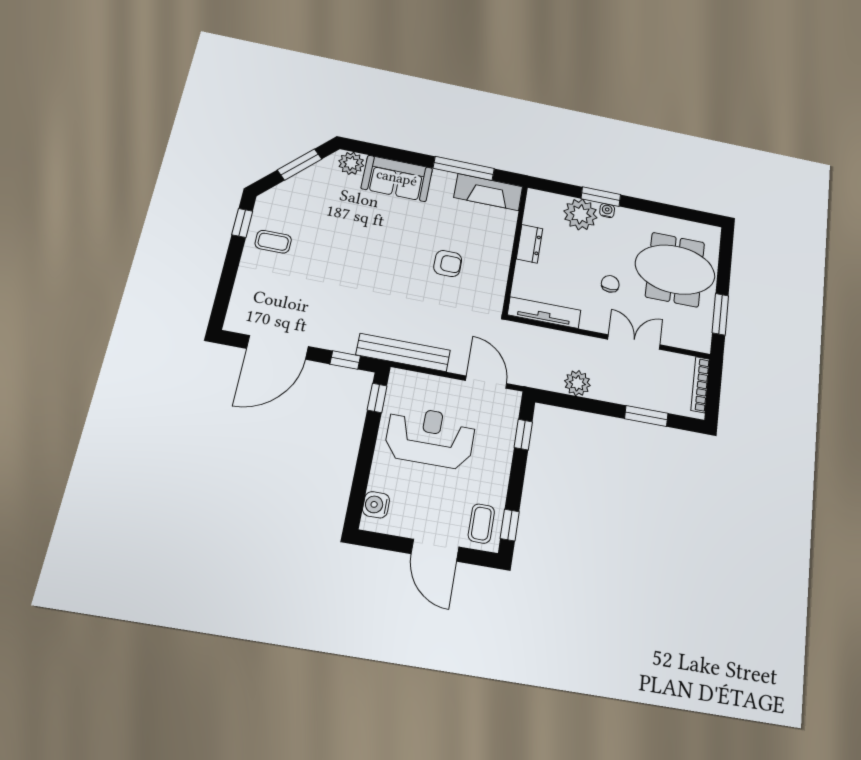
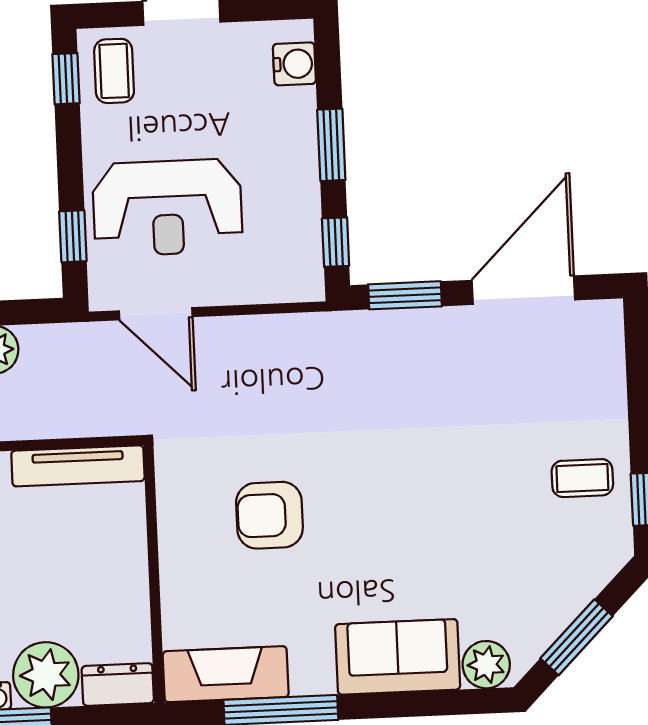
dresser: (530, 244) -> (118, 685), moved, turned 90
armchair: (448, 264) -> (269, 515), width x1.38, depth x1.38
bench: (403, 353) -> (310, 332), removed
window: (345, 360) -> (405, 295), width x1.50
reception desk: (430, 437) -> (167, 208), moved
window: (366, 453) -> (331, 145), added

